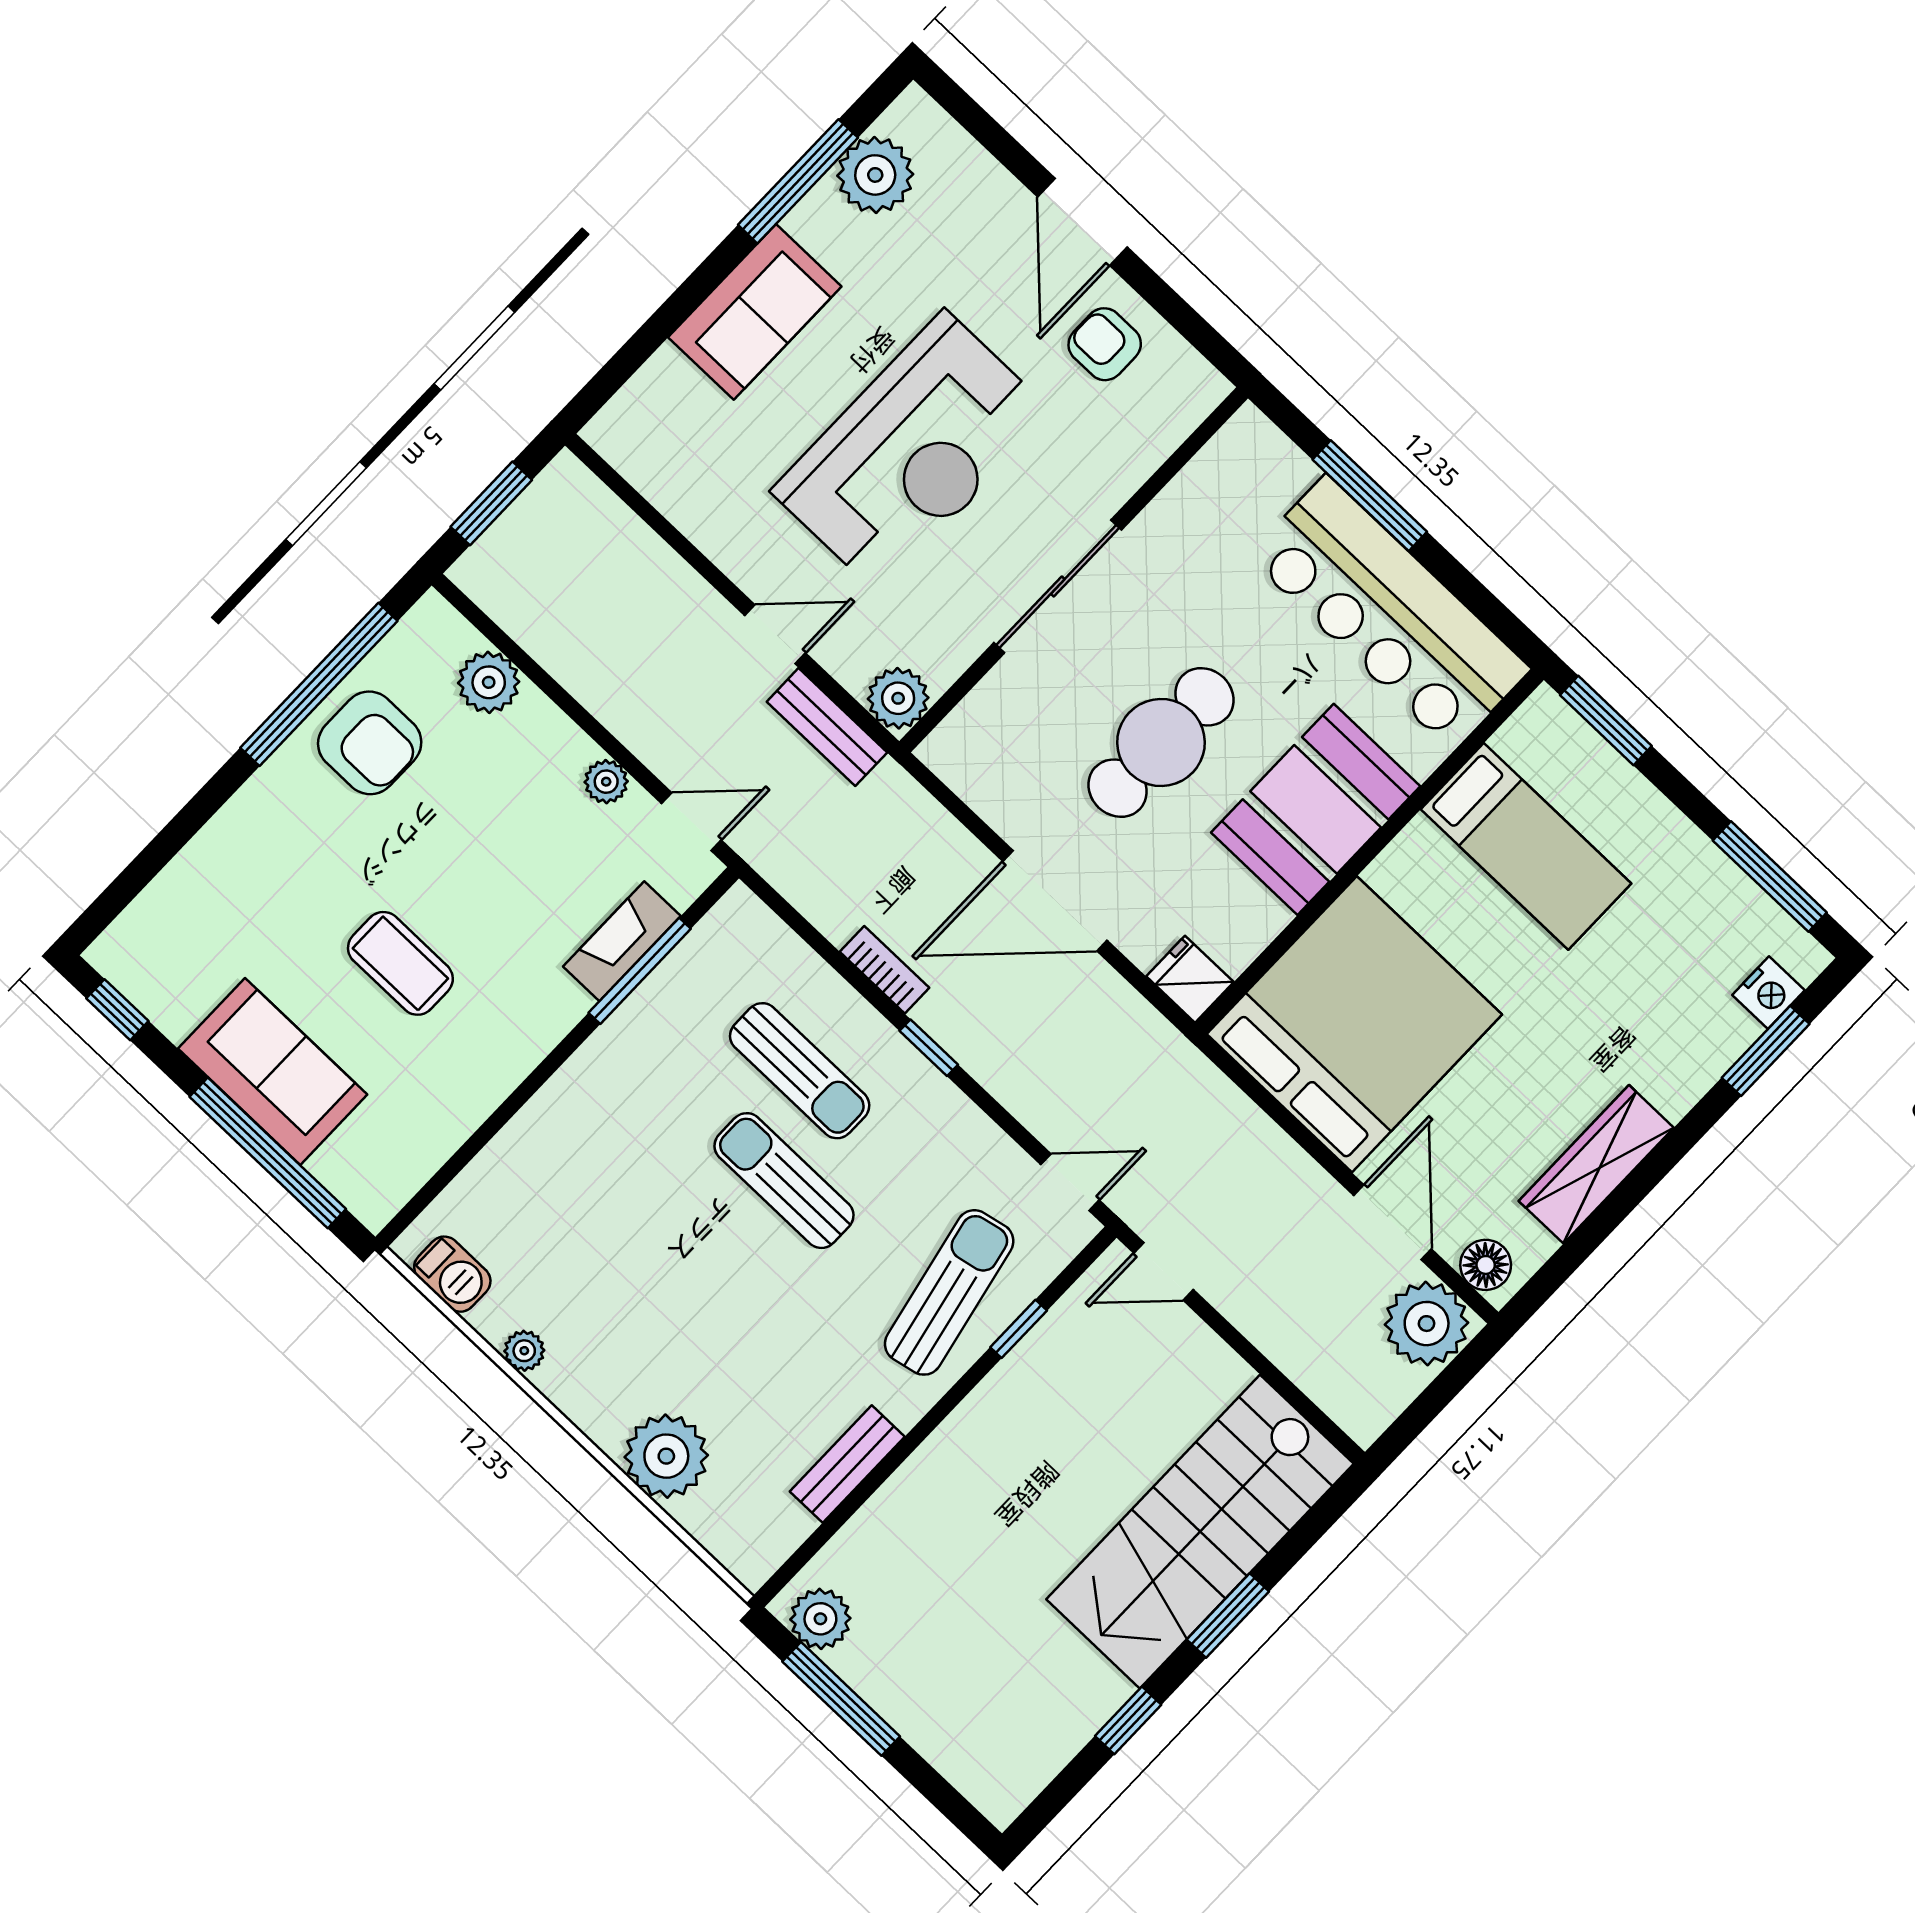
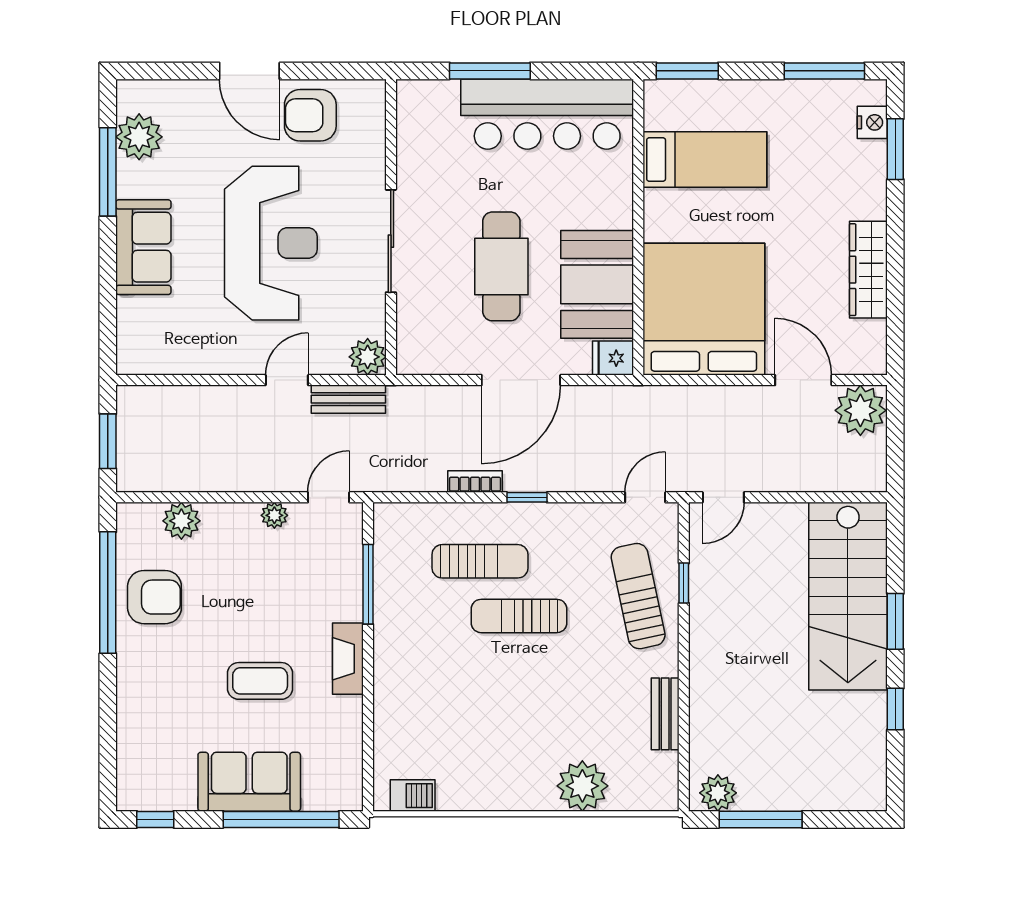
armchair: (1105, 344) -> (310, 115), width x1.38, depth x1.38
booth: (1316, 809) -> (597, 284), moved
fireplace: (622, 941) -> (348, 659), moved
floor lamp: (1486, 1265) -> (862, 360), removed
plant: (524, 1351) -> (476, 799), removed

